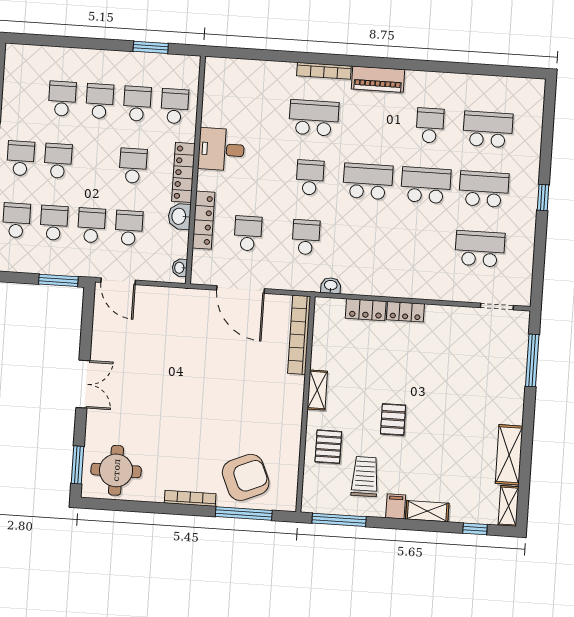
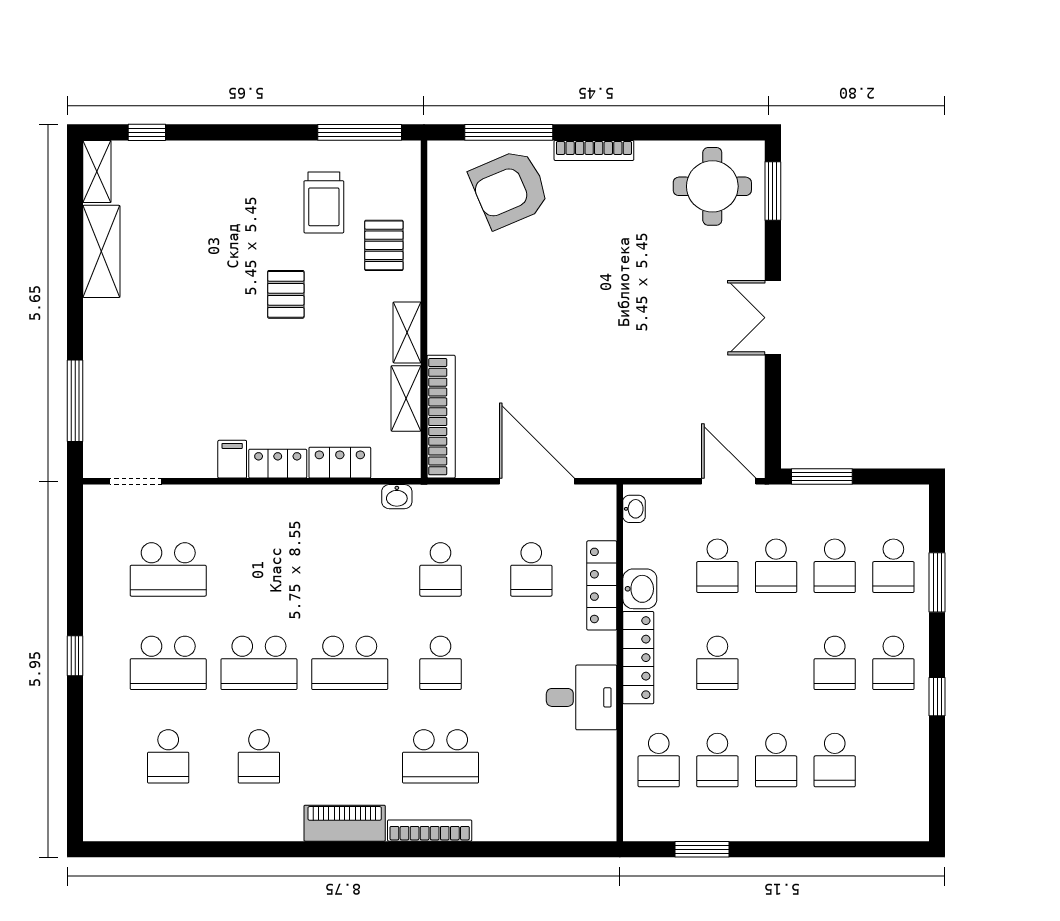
school desk: (488, 129) -> (168, 756), width x0.54
filing cabinet: (396, 506) -> (232, 459), moved, turned 180
shelving: (427, 511) -> (406, 398), moved, turned 90

